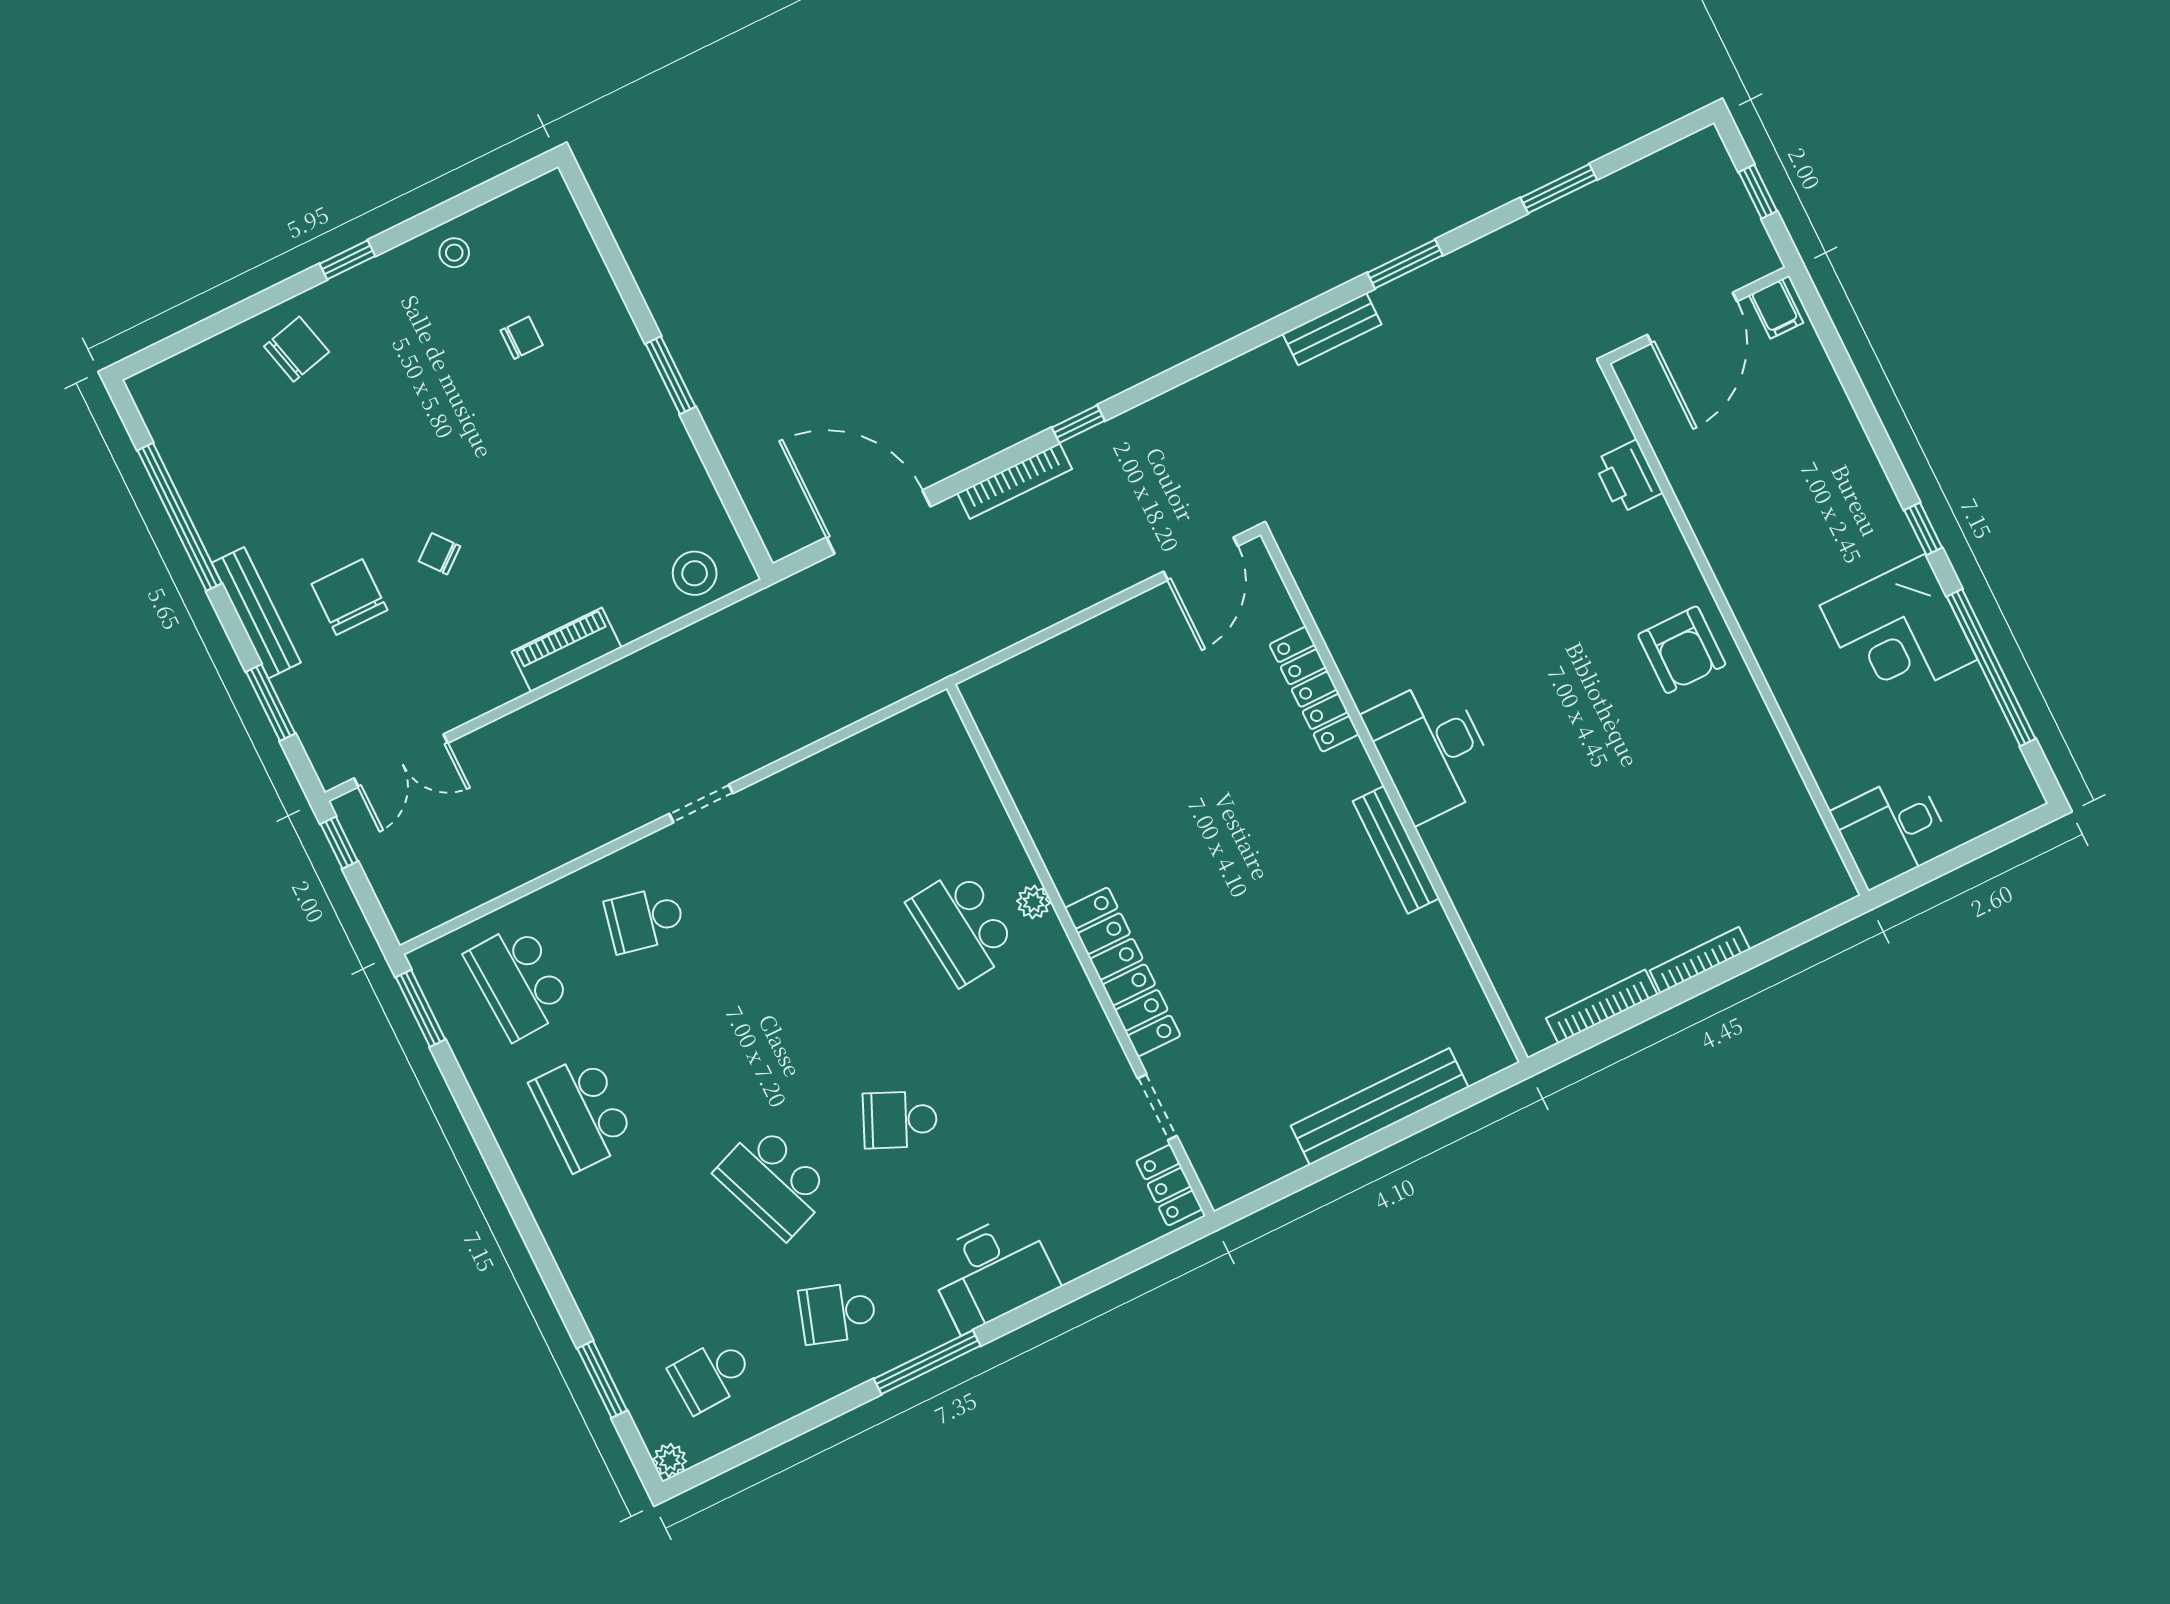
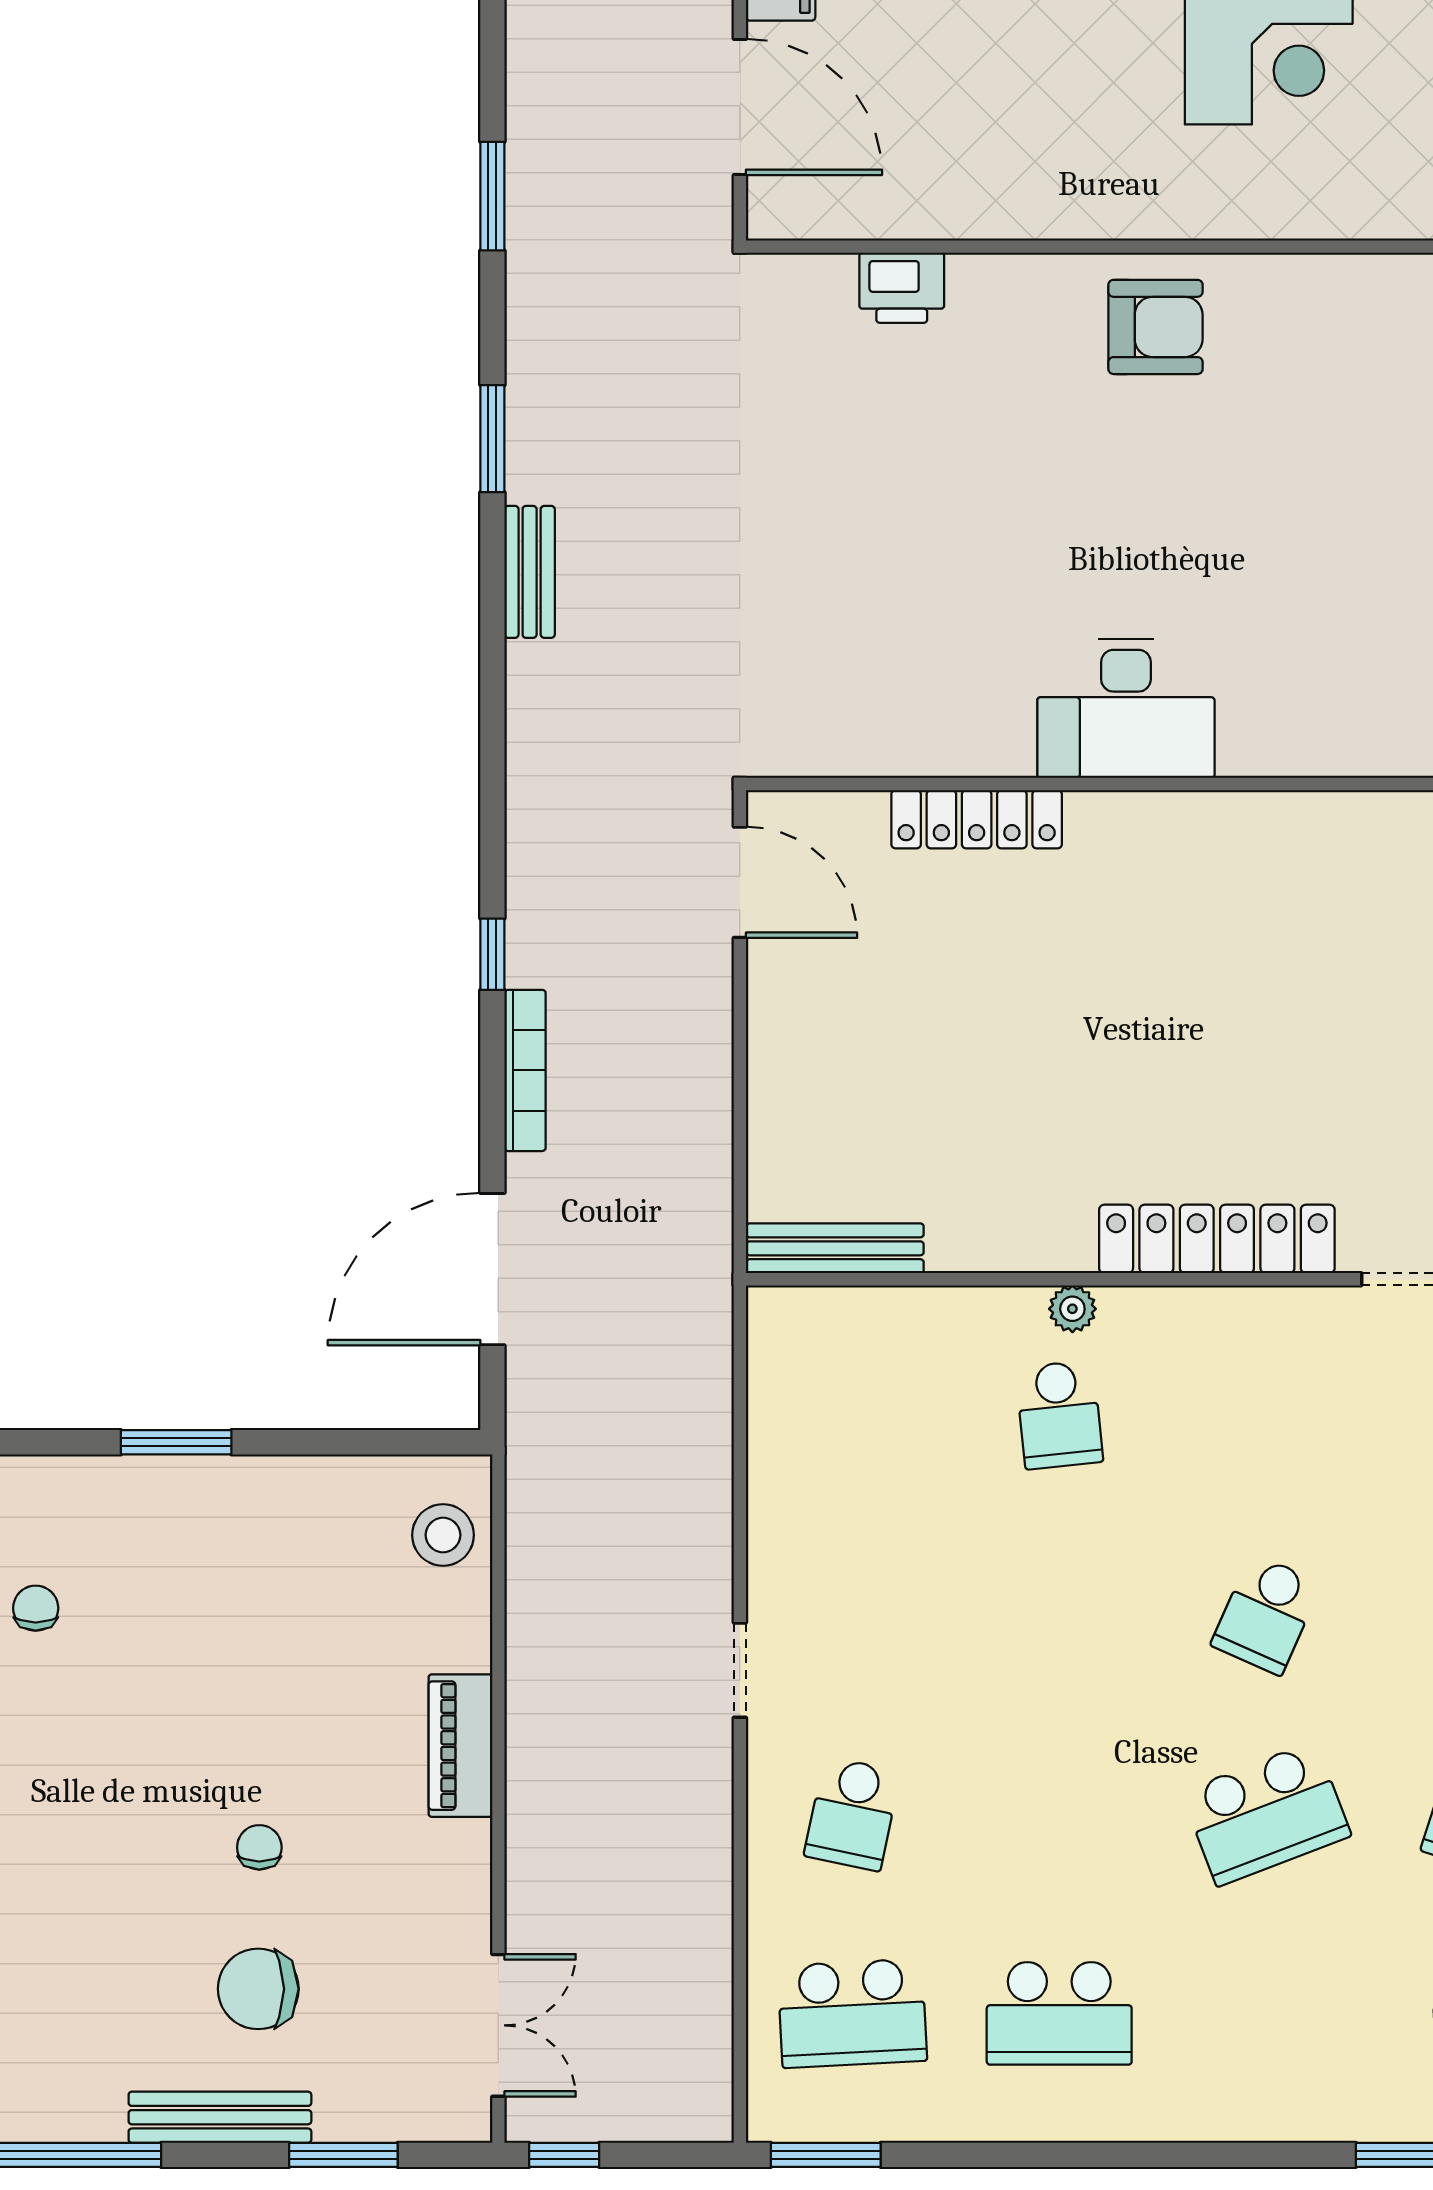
chair: (440, 554) -> (259, 1847), turned 129
bench: (1396, 850) -> (835, 1248), moved
school desk: (962, 927) -> (1059, 1415), width x0.54

